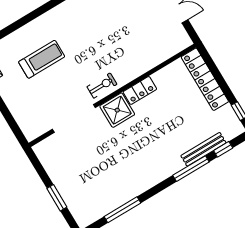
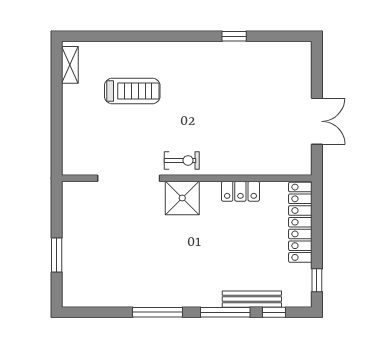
locker: (140, 90) -> (240, 191), moved
window: (122, 210) -> (157, 312), moved

